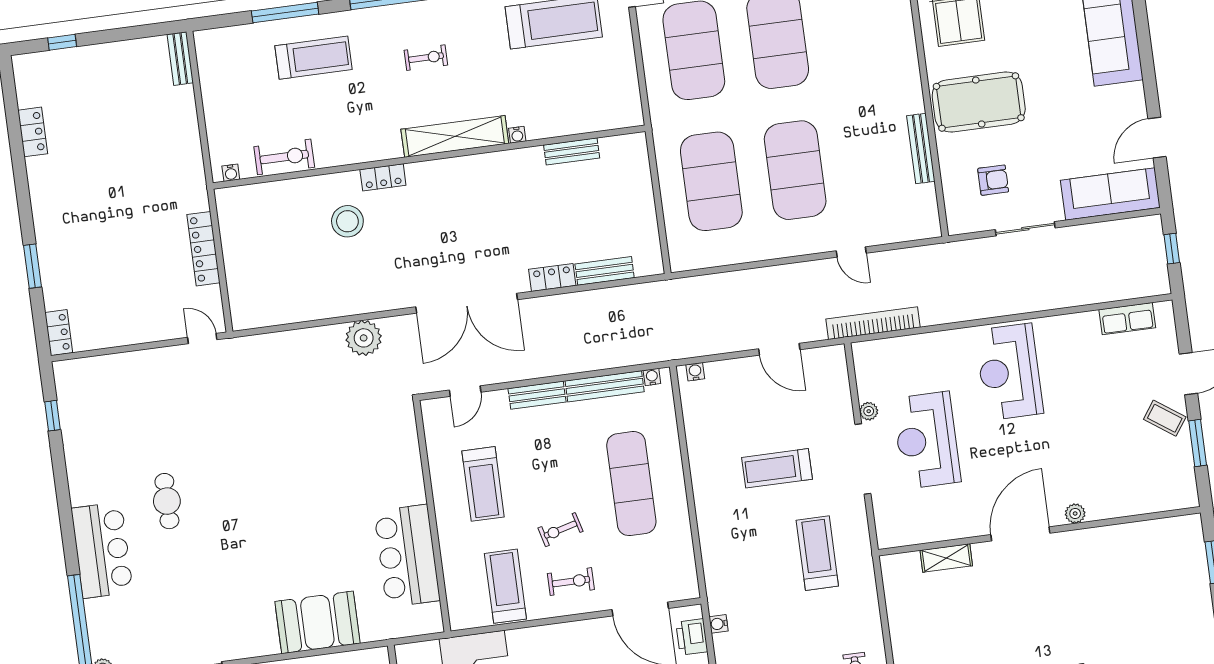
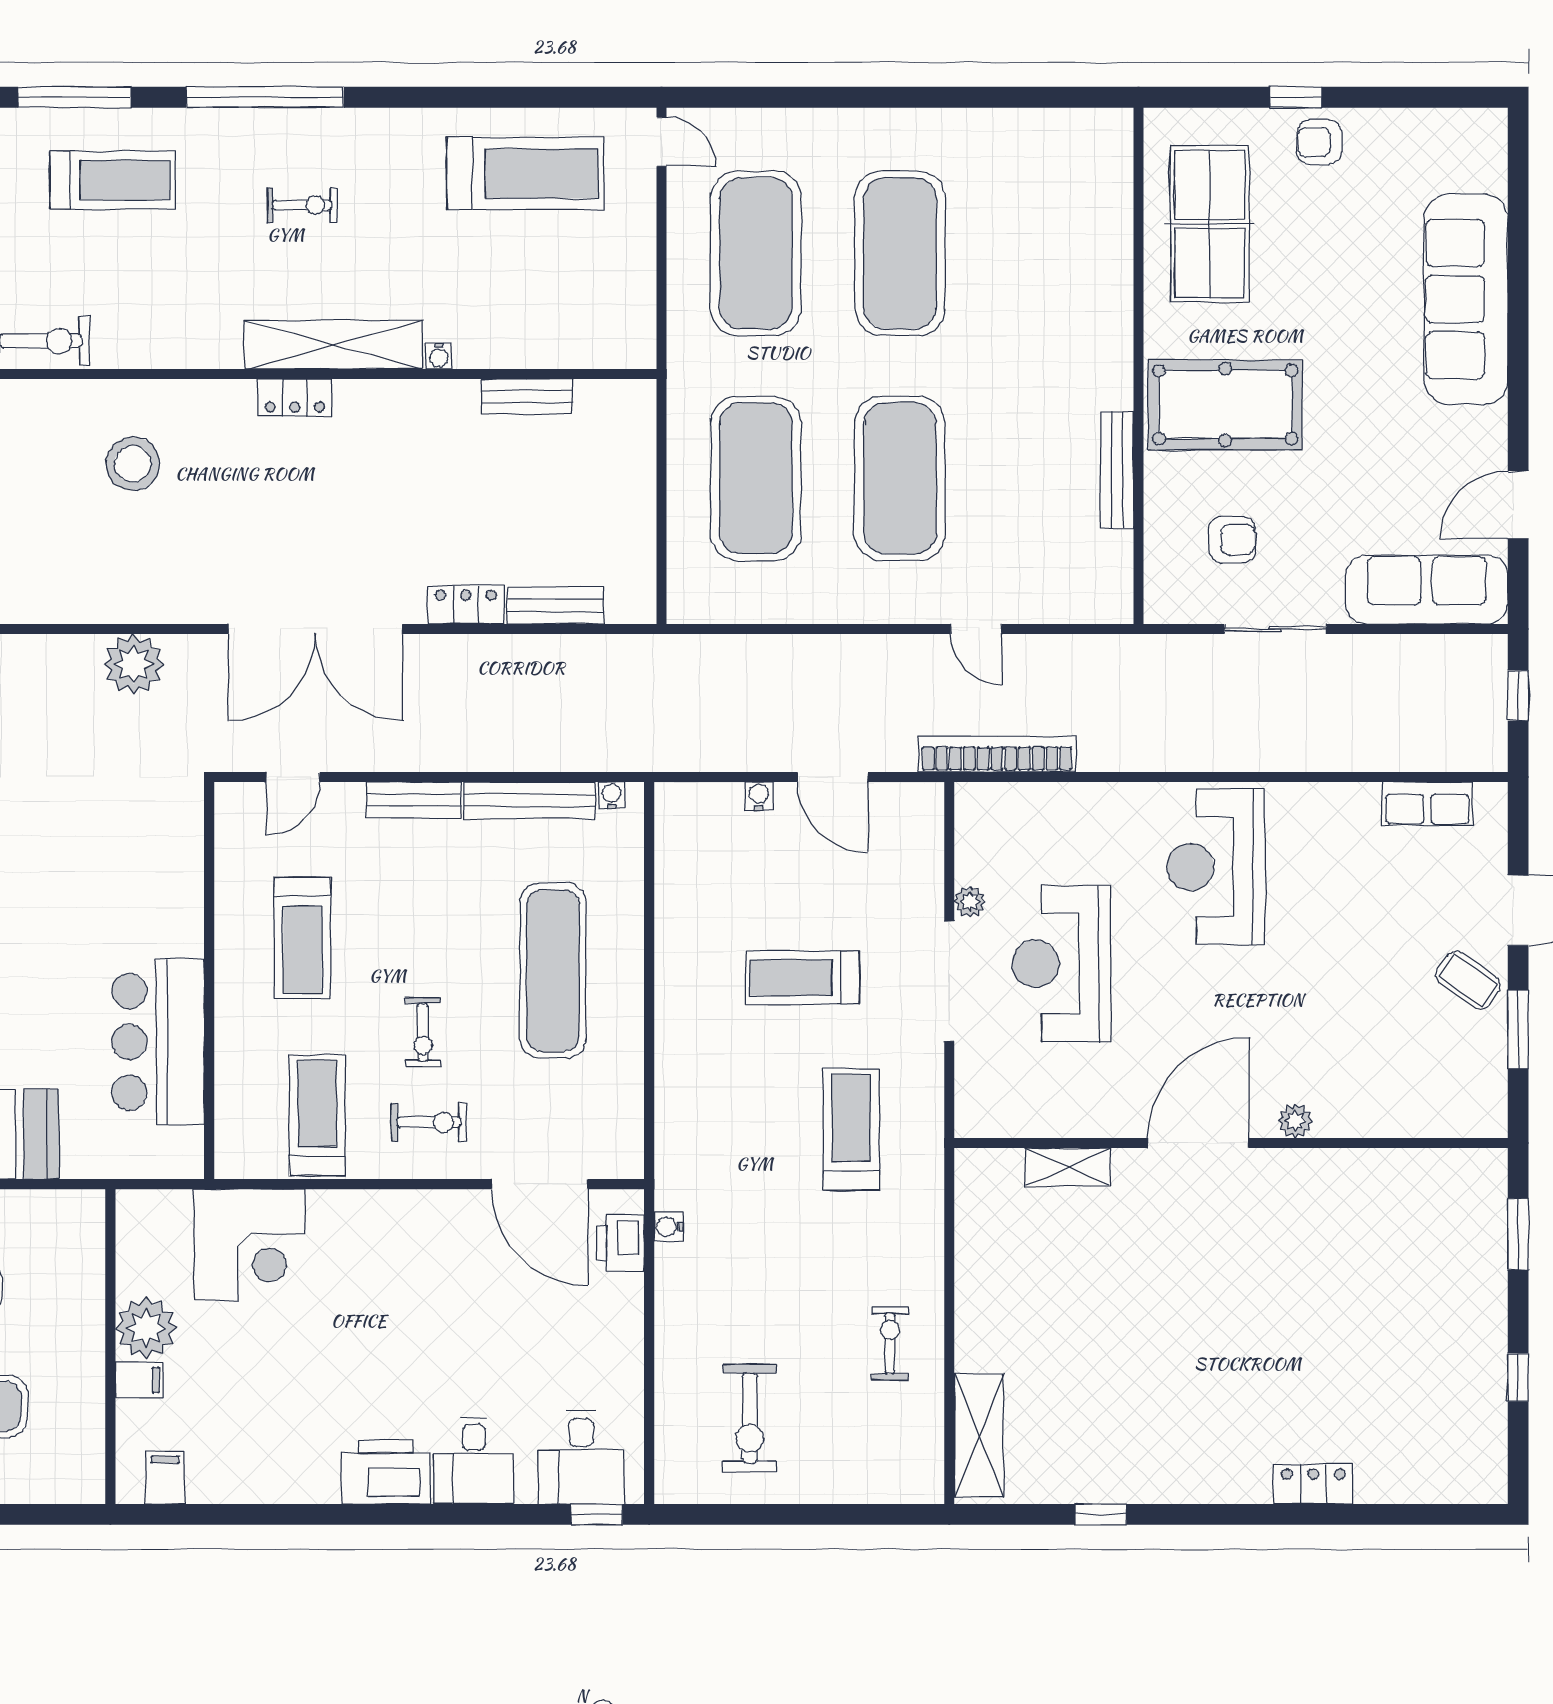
locker: (383, 177) -> (295, 398), moved
water cooler: (695, 372) -> (759, 796), moved
exercise bike: (560, 530) -> (423, 1032), turned -75

